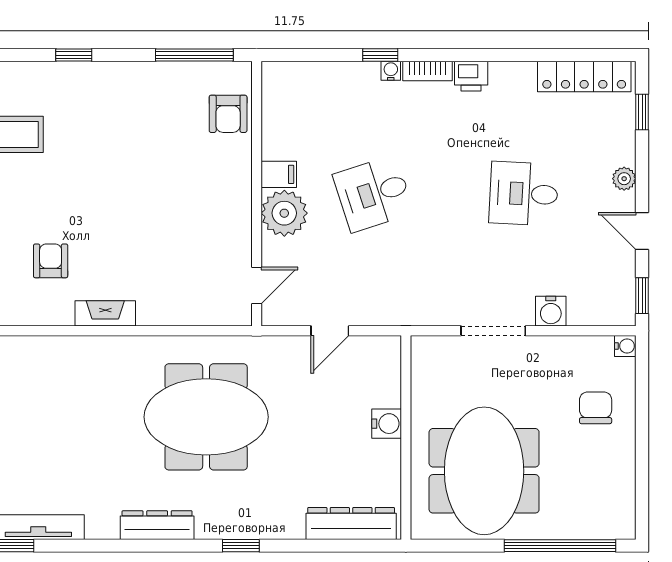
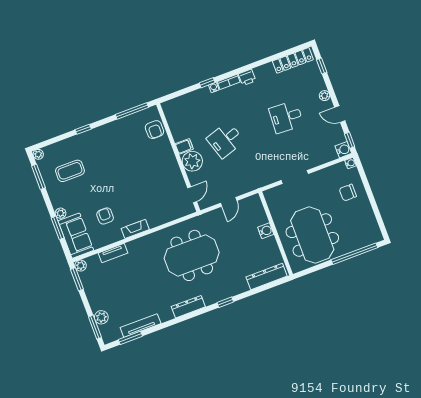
water cooler: (551, 311) -> (343, 150), moved, turned -90
tv unit: (38, 348) -> (113, 253), added
chair: (596, 408) -> (348, 193), turned -90

